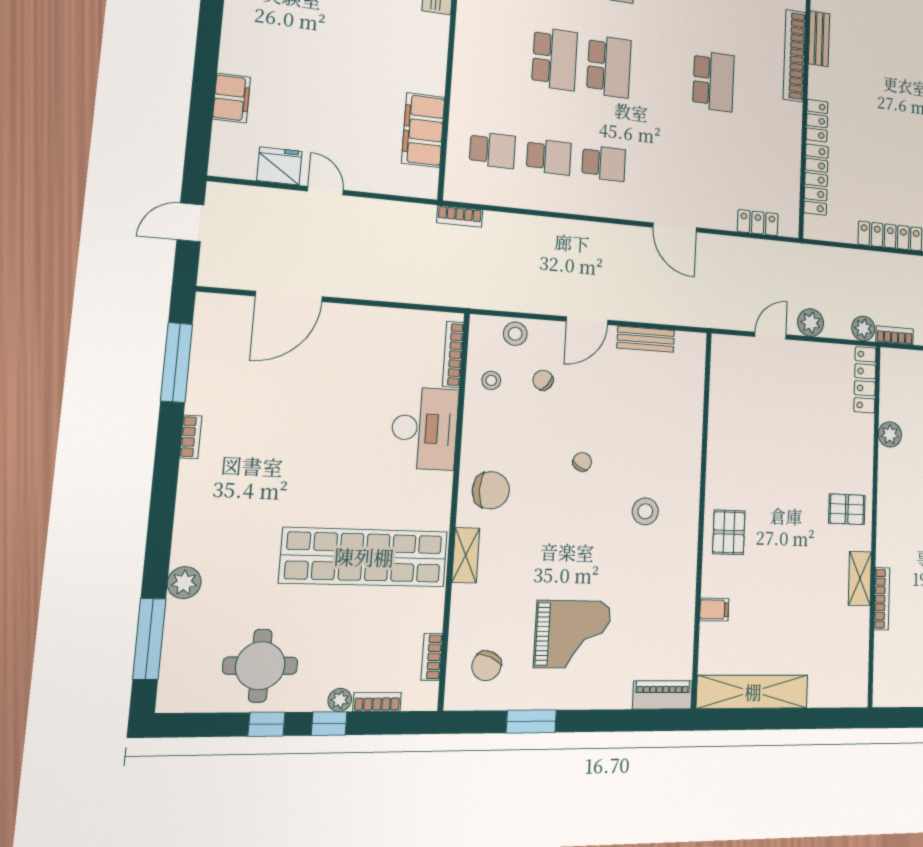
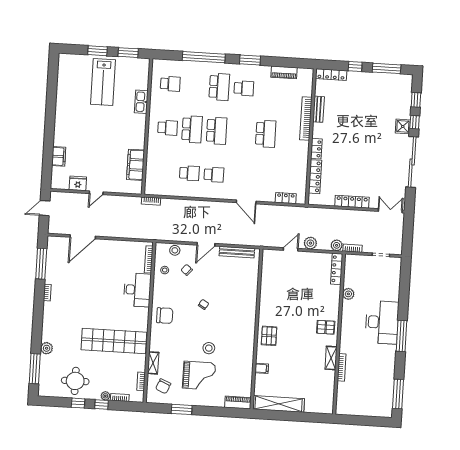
school desk: (492, 150) -> (168, 128), moved
door: (326, 191) -> (96, 193), swing flipped
bench: (646, 339) -> (237, 252), width x1.36
stool: (645, 511) -> (209, 348), moved
shelving: (466, 555) -> (153, 363), moved

